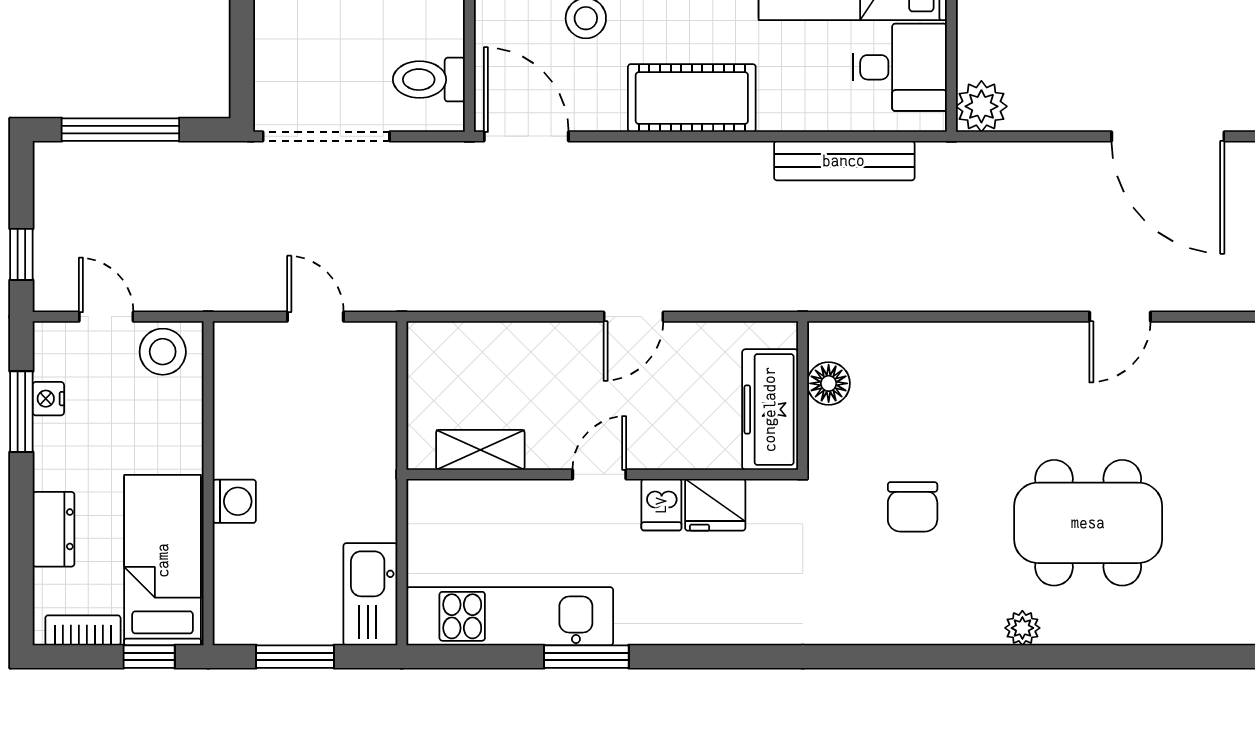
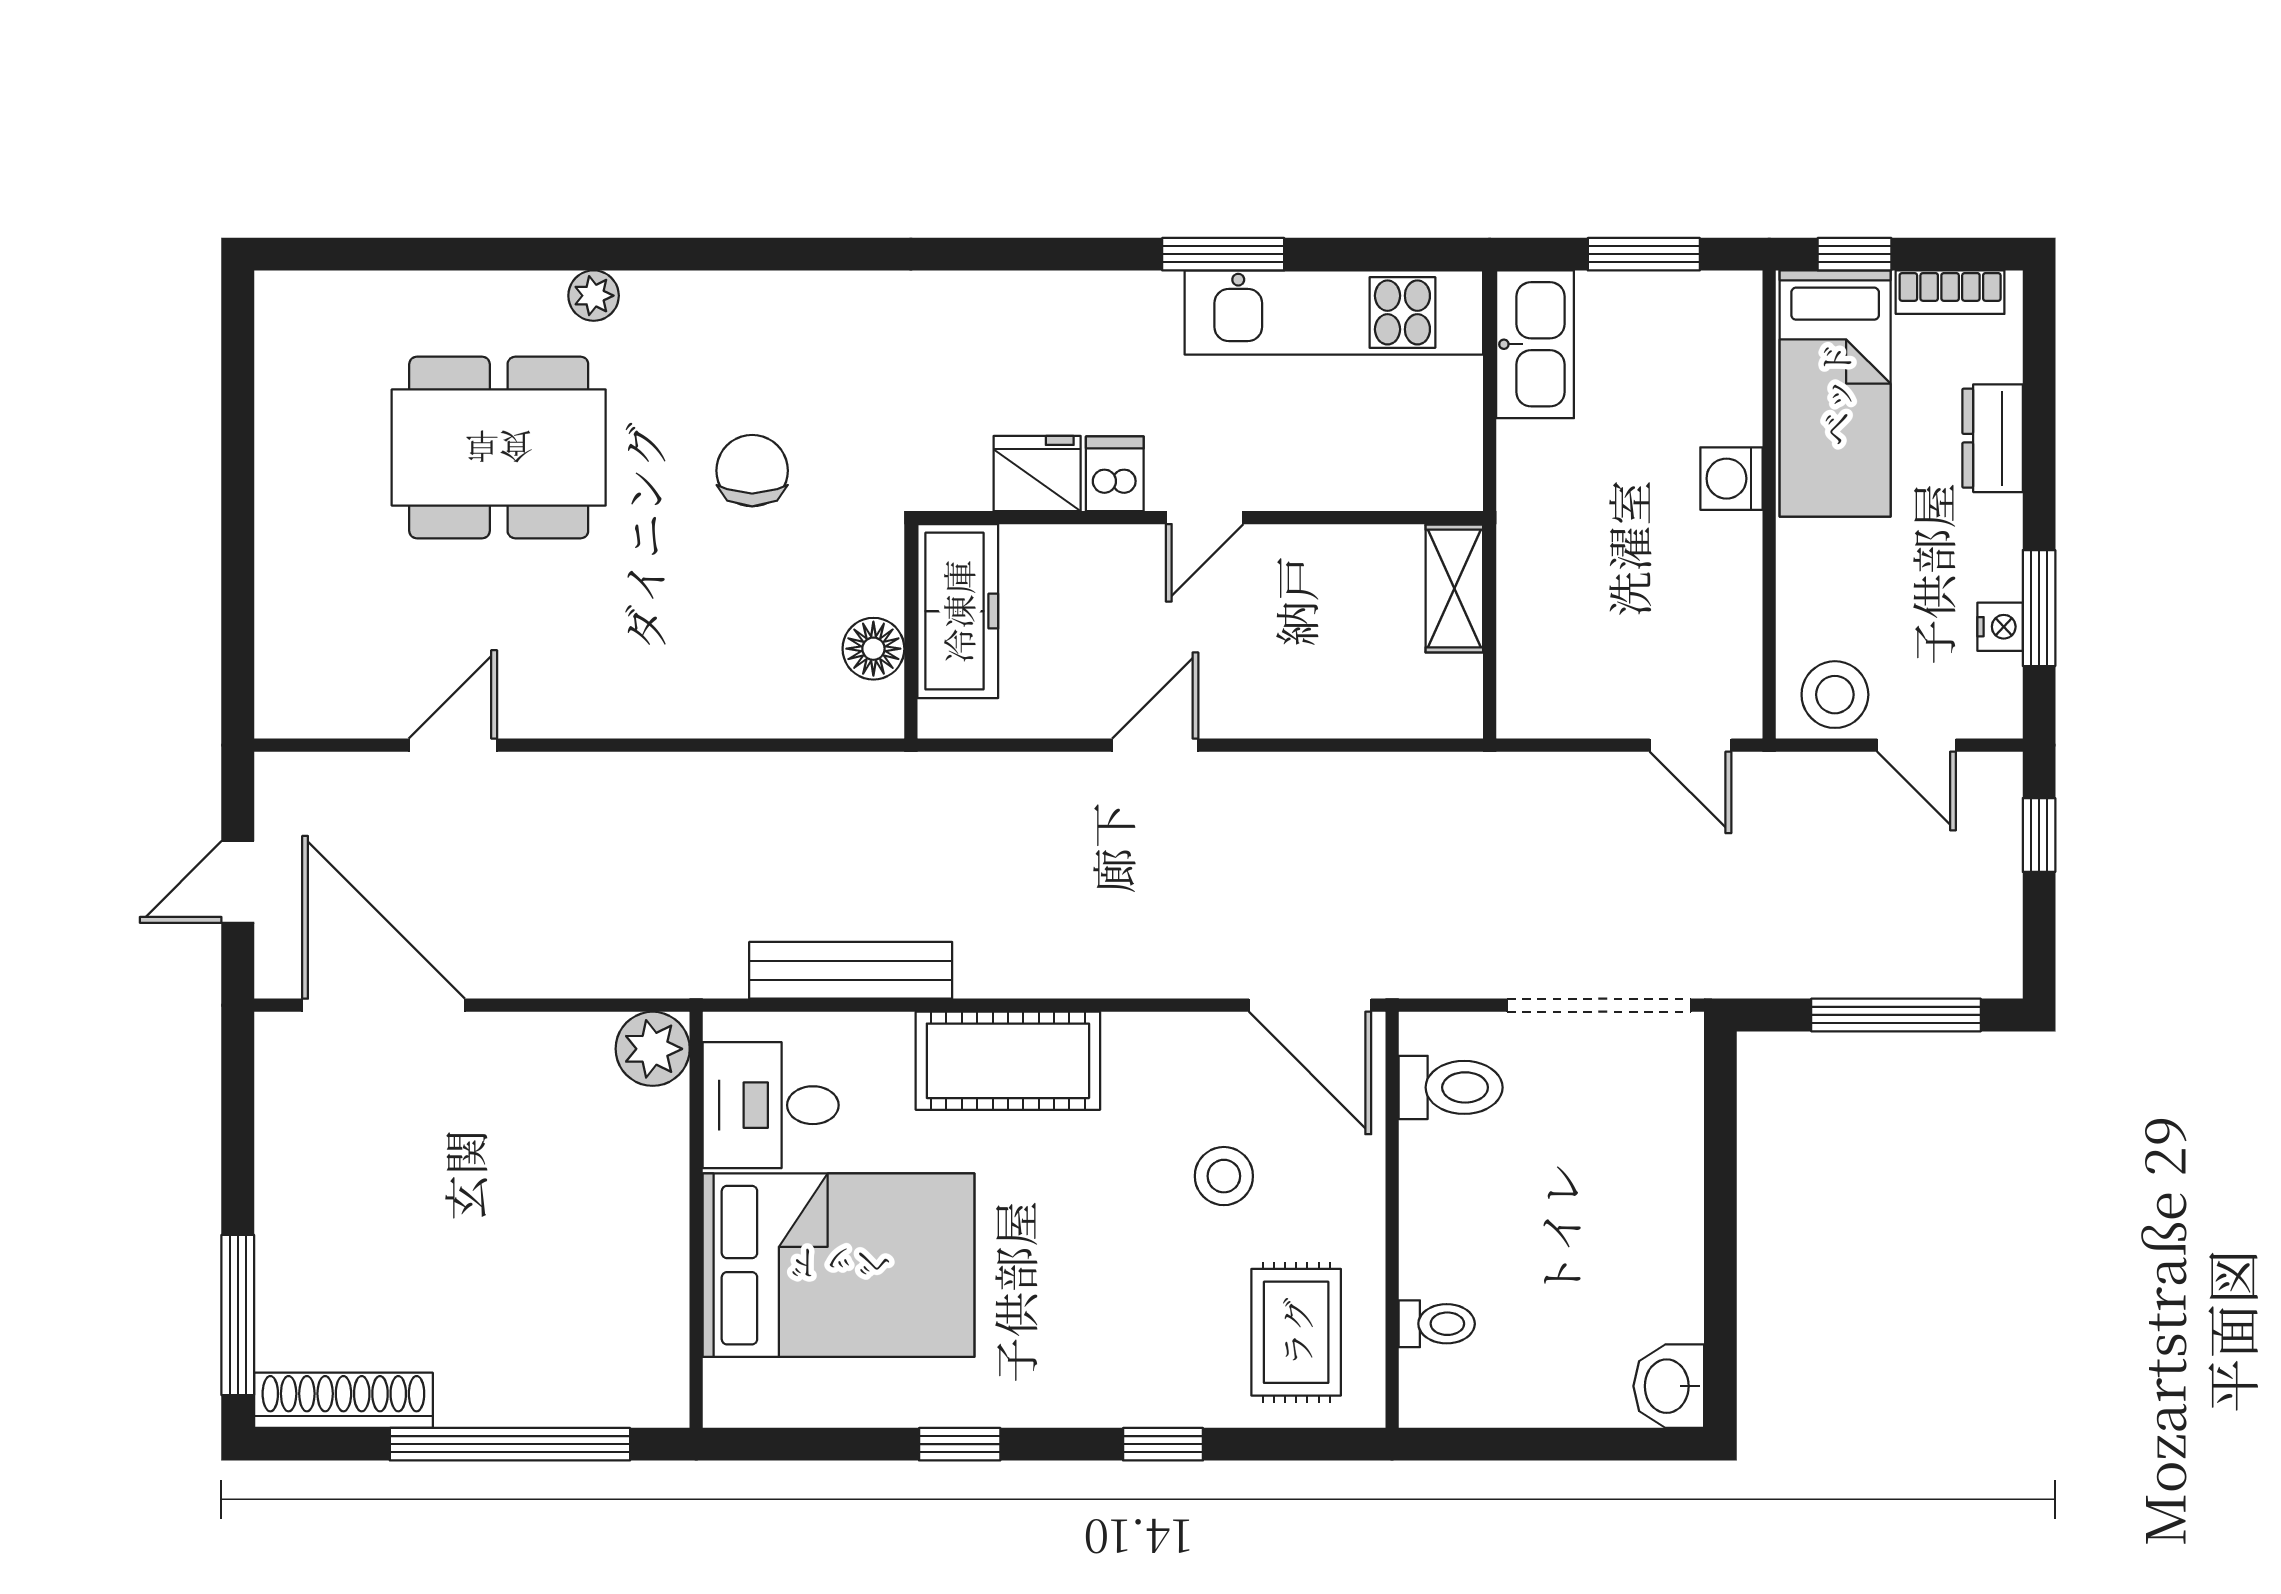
cot: (692, 98) -> (1008, 1061), moved
door: (315, 317) -> (1690, 745), moved
shelving: (480, 450) -> (1454, 588), moved, turned 90

